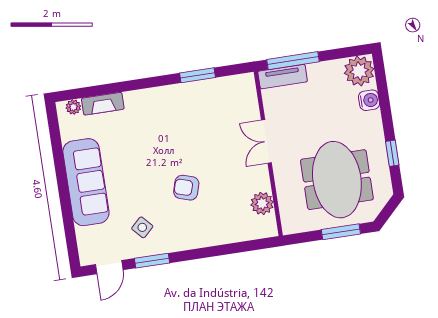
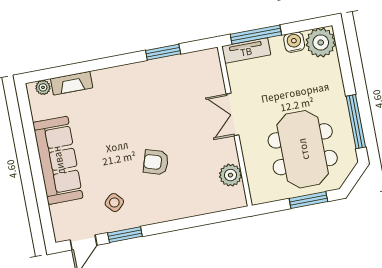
water cooler: (369, 100) -> (294, 42), moved, turned -90
window: (392, 153) -> (356, 122), width x2.17

